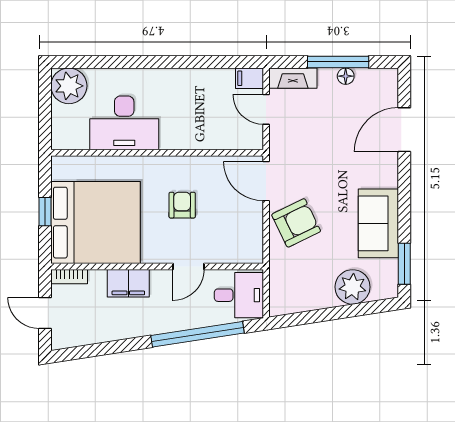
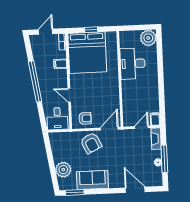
armchair: (182, 205) -> (85, 118), moved
filing cabinet: (128, 283) -> (60, 64), width x0.50
window: (198, 334) -> (35, 81), moved

